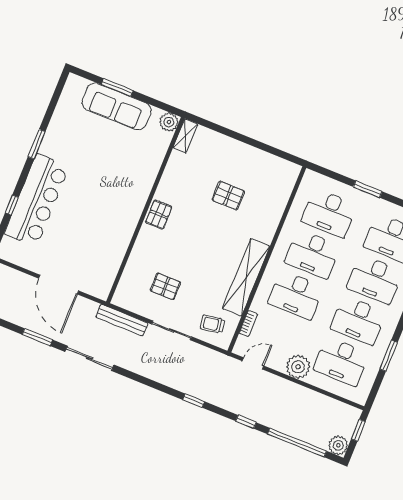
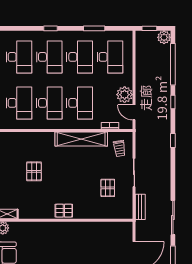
bench: (122, 320) -> (140, 207), width x0.73
plant: (298, 367) -> (125, 95), moved

